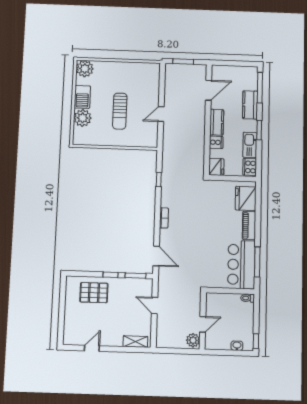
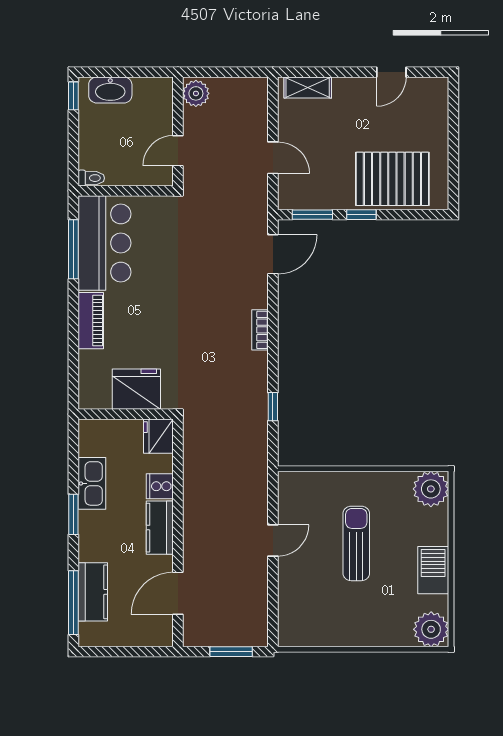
kitchen counter: (250, 105) -> (93, 592), moved
plant: (83, 118) -> (431, 489), moved
cooker: (250, 167) -> (91, 438), removed
fridge: (246, 198) -> (136, 389), moved, turned -90
door: (156, 256) -> (273, 254), swing flipped
pallet: (94, 293) -> (392, 179), width x1.37, depth x1.41
door: (203, 324) -> (178, 151), moved
washbasin: (237, 346) -> (110, 90), width x1.91, depth x1.45

